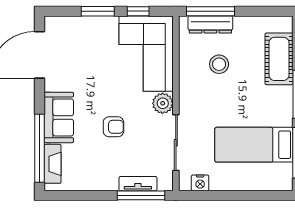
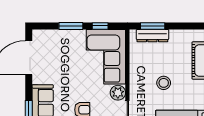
window: (211, 11) -> (153, 26), width x0.69
stool: (219, 64) -> (164, 83), moved

